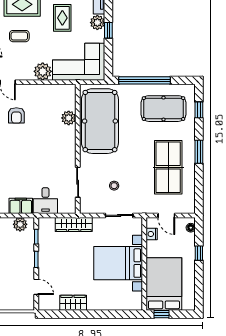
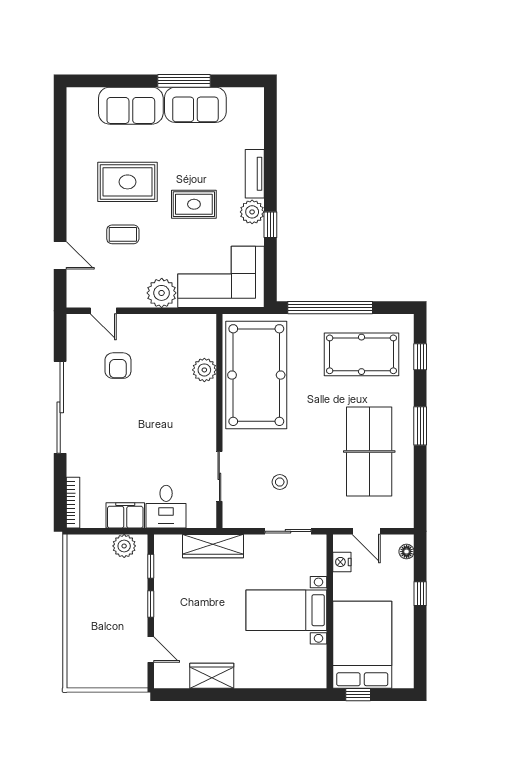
rug: (62, 18) -> (194, 204), turned 90
bed with nightstands: (118, 263) -> (286, 610), width x0.73

